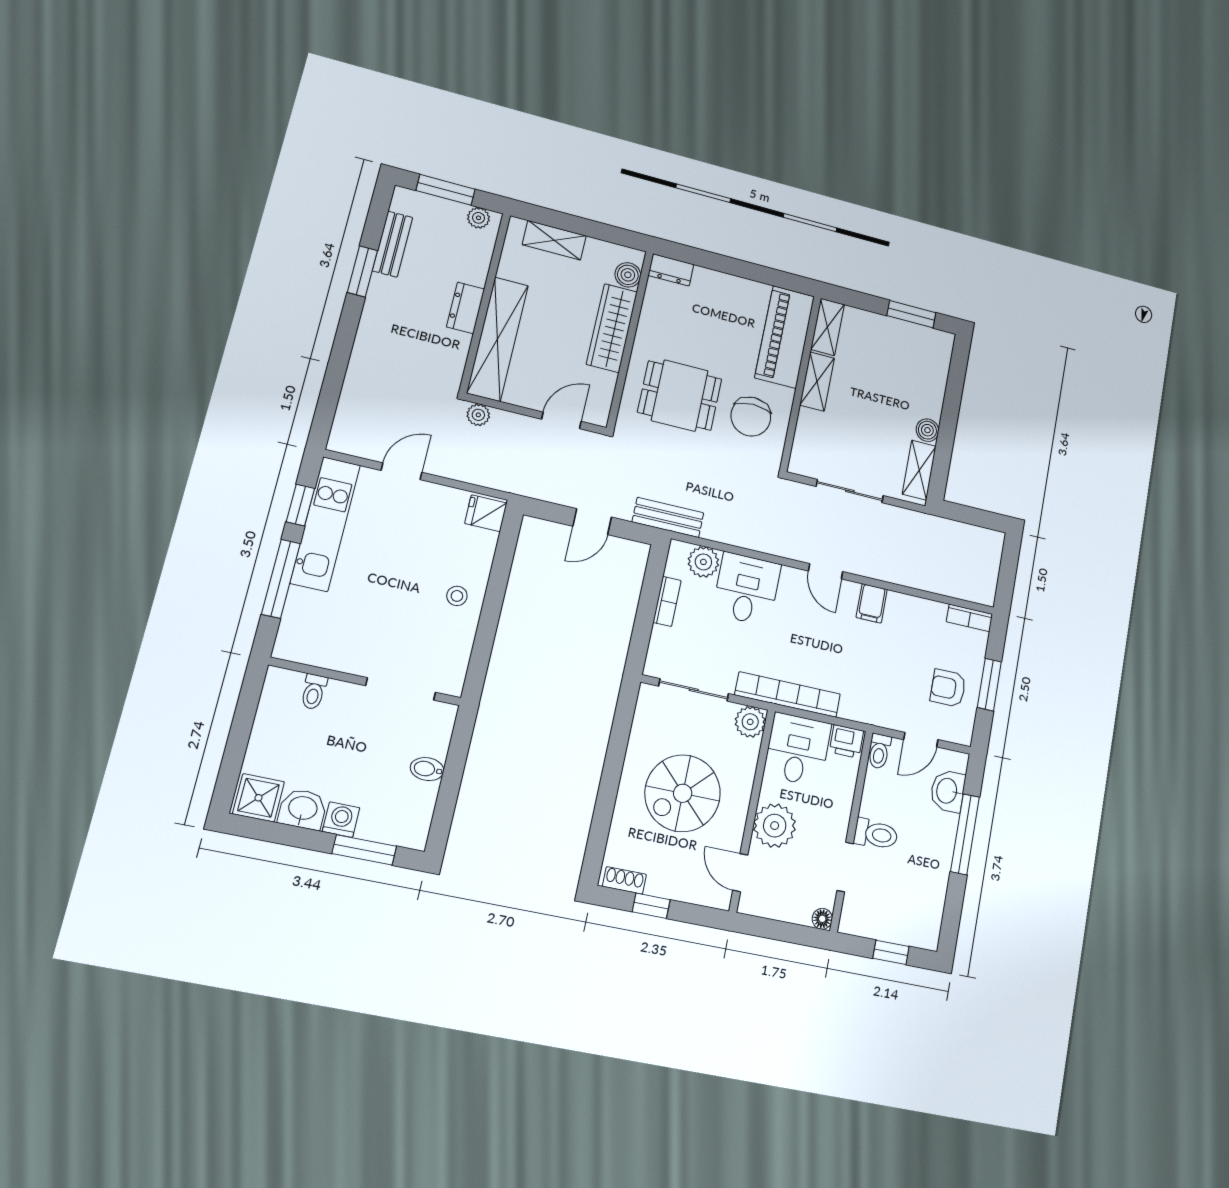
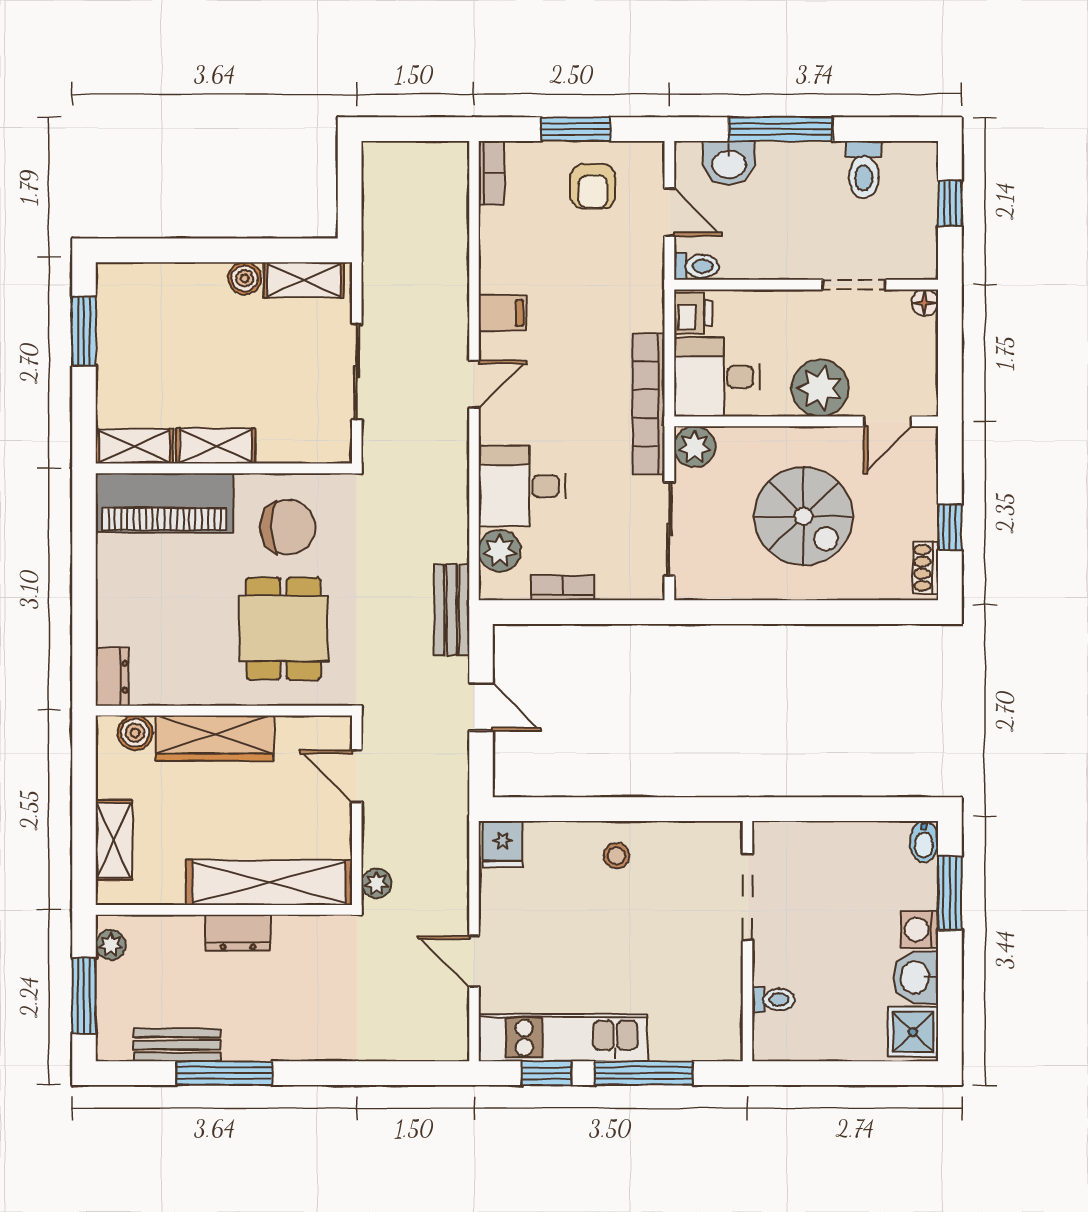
window: (362, 271) -> (224, 1073), width x1.44
bidet: (427, 769) -> (924, 842), moved
toilet: (876, 834) -> (864, 170), moved, turned 180

